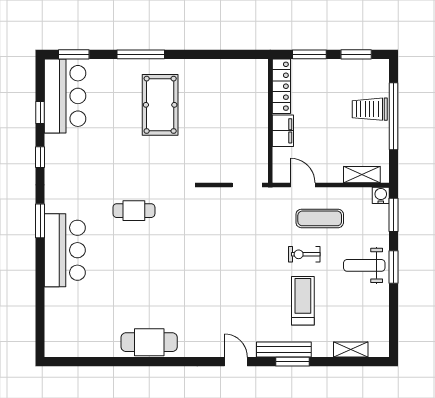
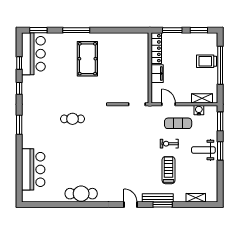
water cooler: (381, 195) -> (199, 110), moved
bar counter: (65, 250) -> (33, 169), moved

